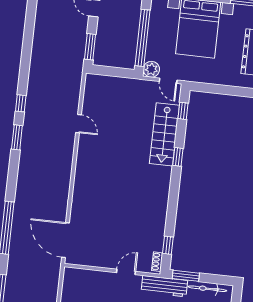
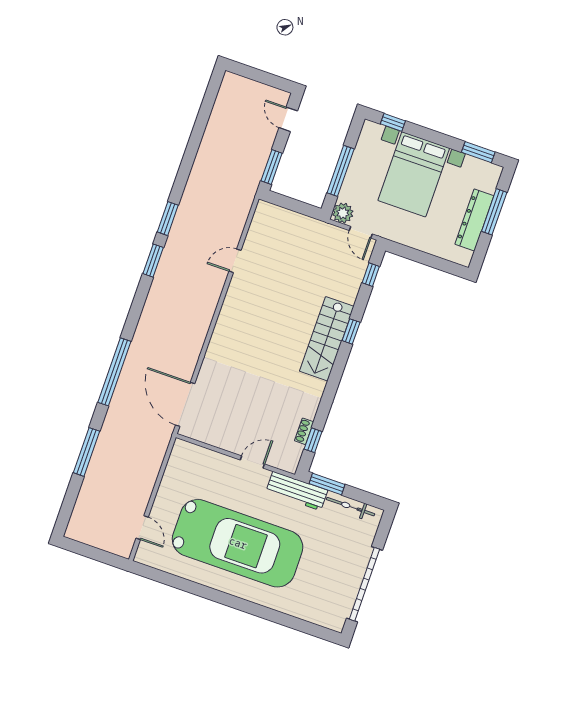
window: (143, 38) -> (341, 171), width x0.68
window: (21, 103) -> (168, 219), width x1.50
door: (79, 124) -> (235, 261), swing flipped
stairs: (164, 134) -> (327, 339), moved
shoe rack: (157, 262) -> (304, 431), moved

